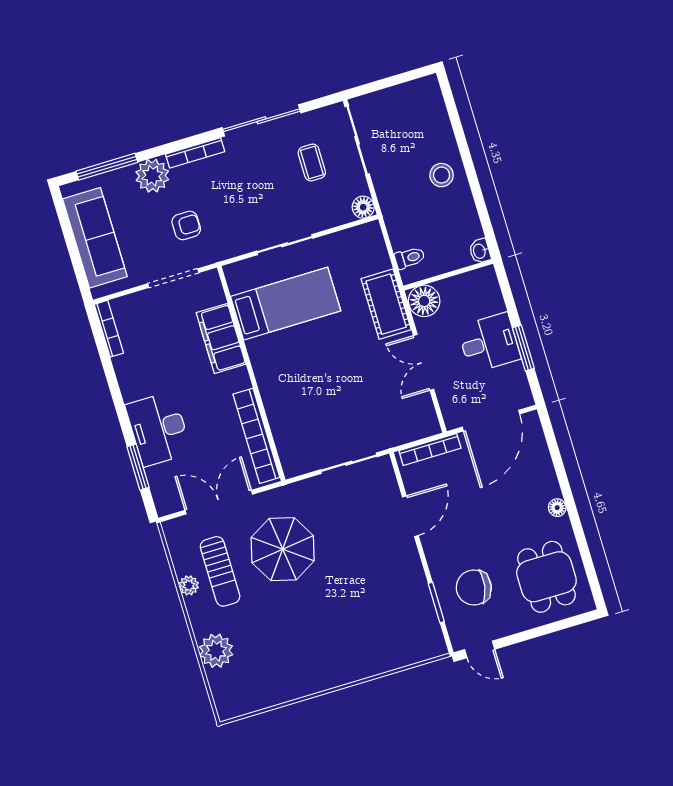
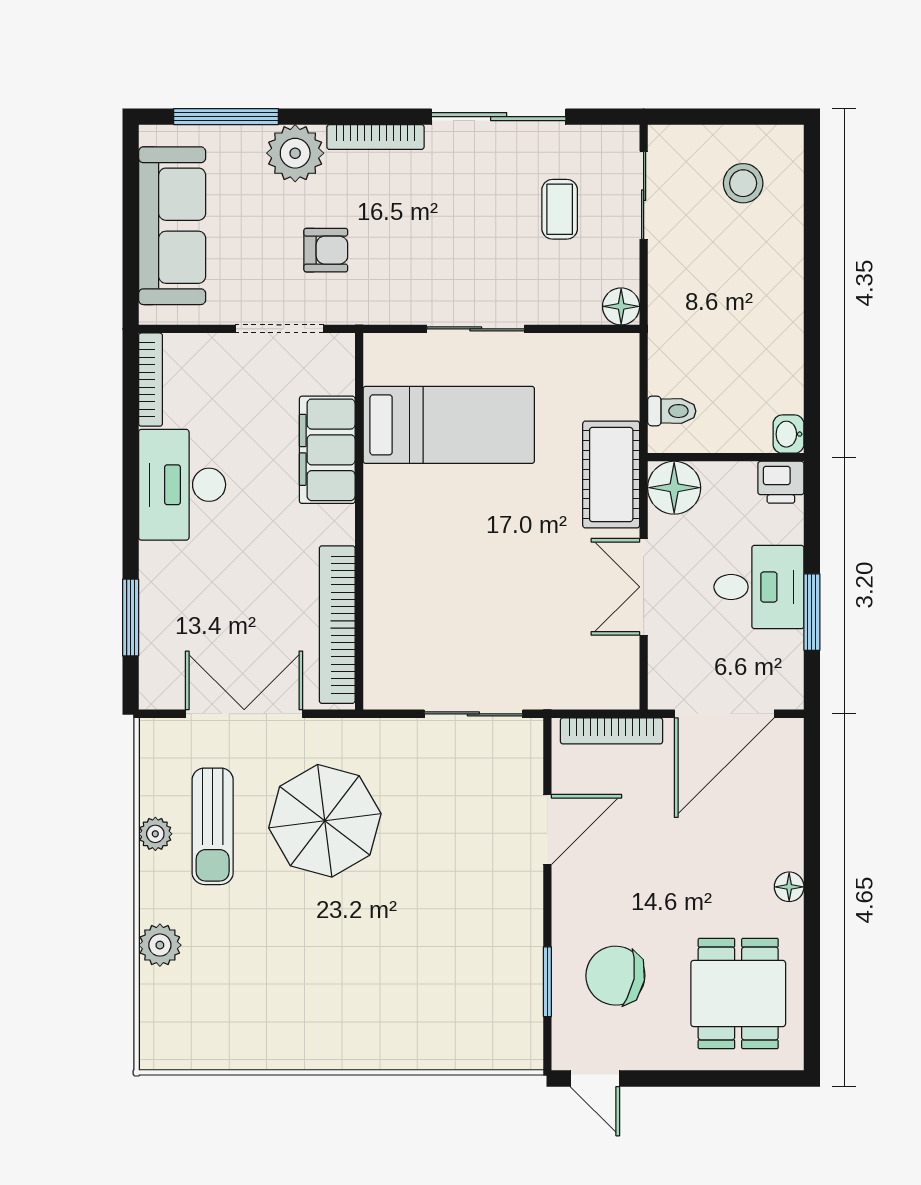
sliding door: (357, 140) -> (644, 195), width x0.73
stool: (442, 175) -> (743, 183), moved
printer: (484, 280) -> (781, 482), added
desk: (158, 429) -> (182, 485), moved
plant: (216, 651) -> (160, 945), width x0.73, depth x0.73

